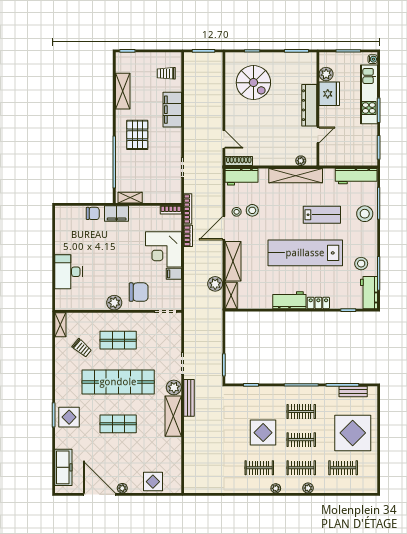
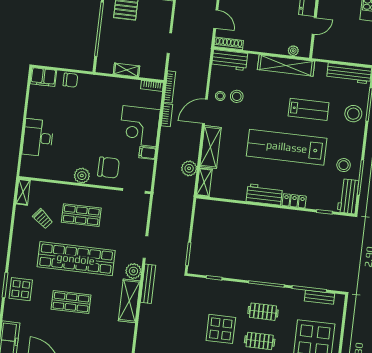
shelving: (130, 198) -> (127, 70), moved
filing cabinet: (117, 214) -> (43, 77), moved

